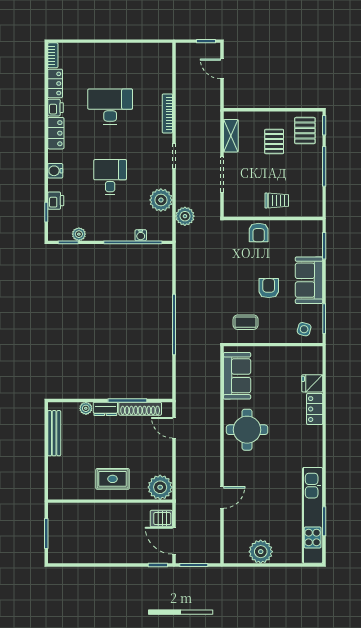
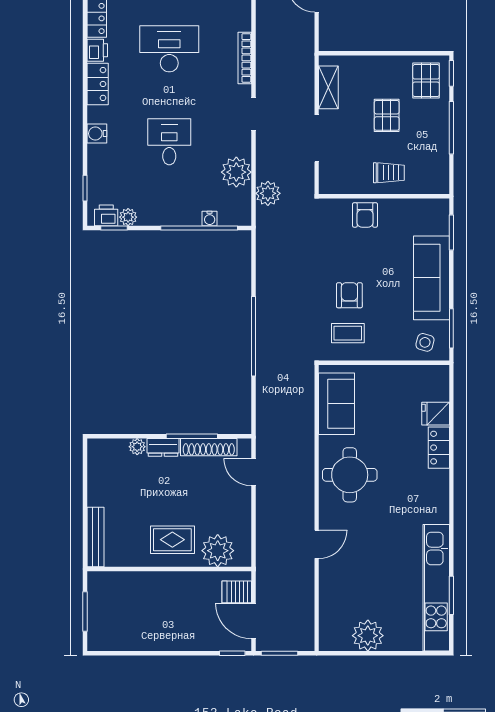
pallet: (274, 142) -> (387, 115), moved
printer: (56, 201) -> (106, 215), moved, turned -90
sofa: (309, 280) -> (431, 278), width x1.36
armchair: (269, 288) -> (349, 295), moved
bench: (54, 433) -> (96, 537), moved
plant: (160, 487) -> (218, 551), moved
door: (222, 497) -> (317, 544), moved

